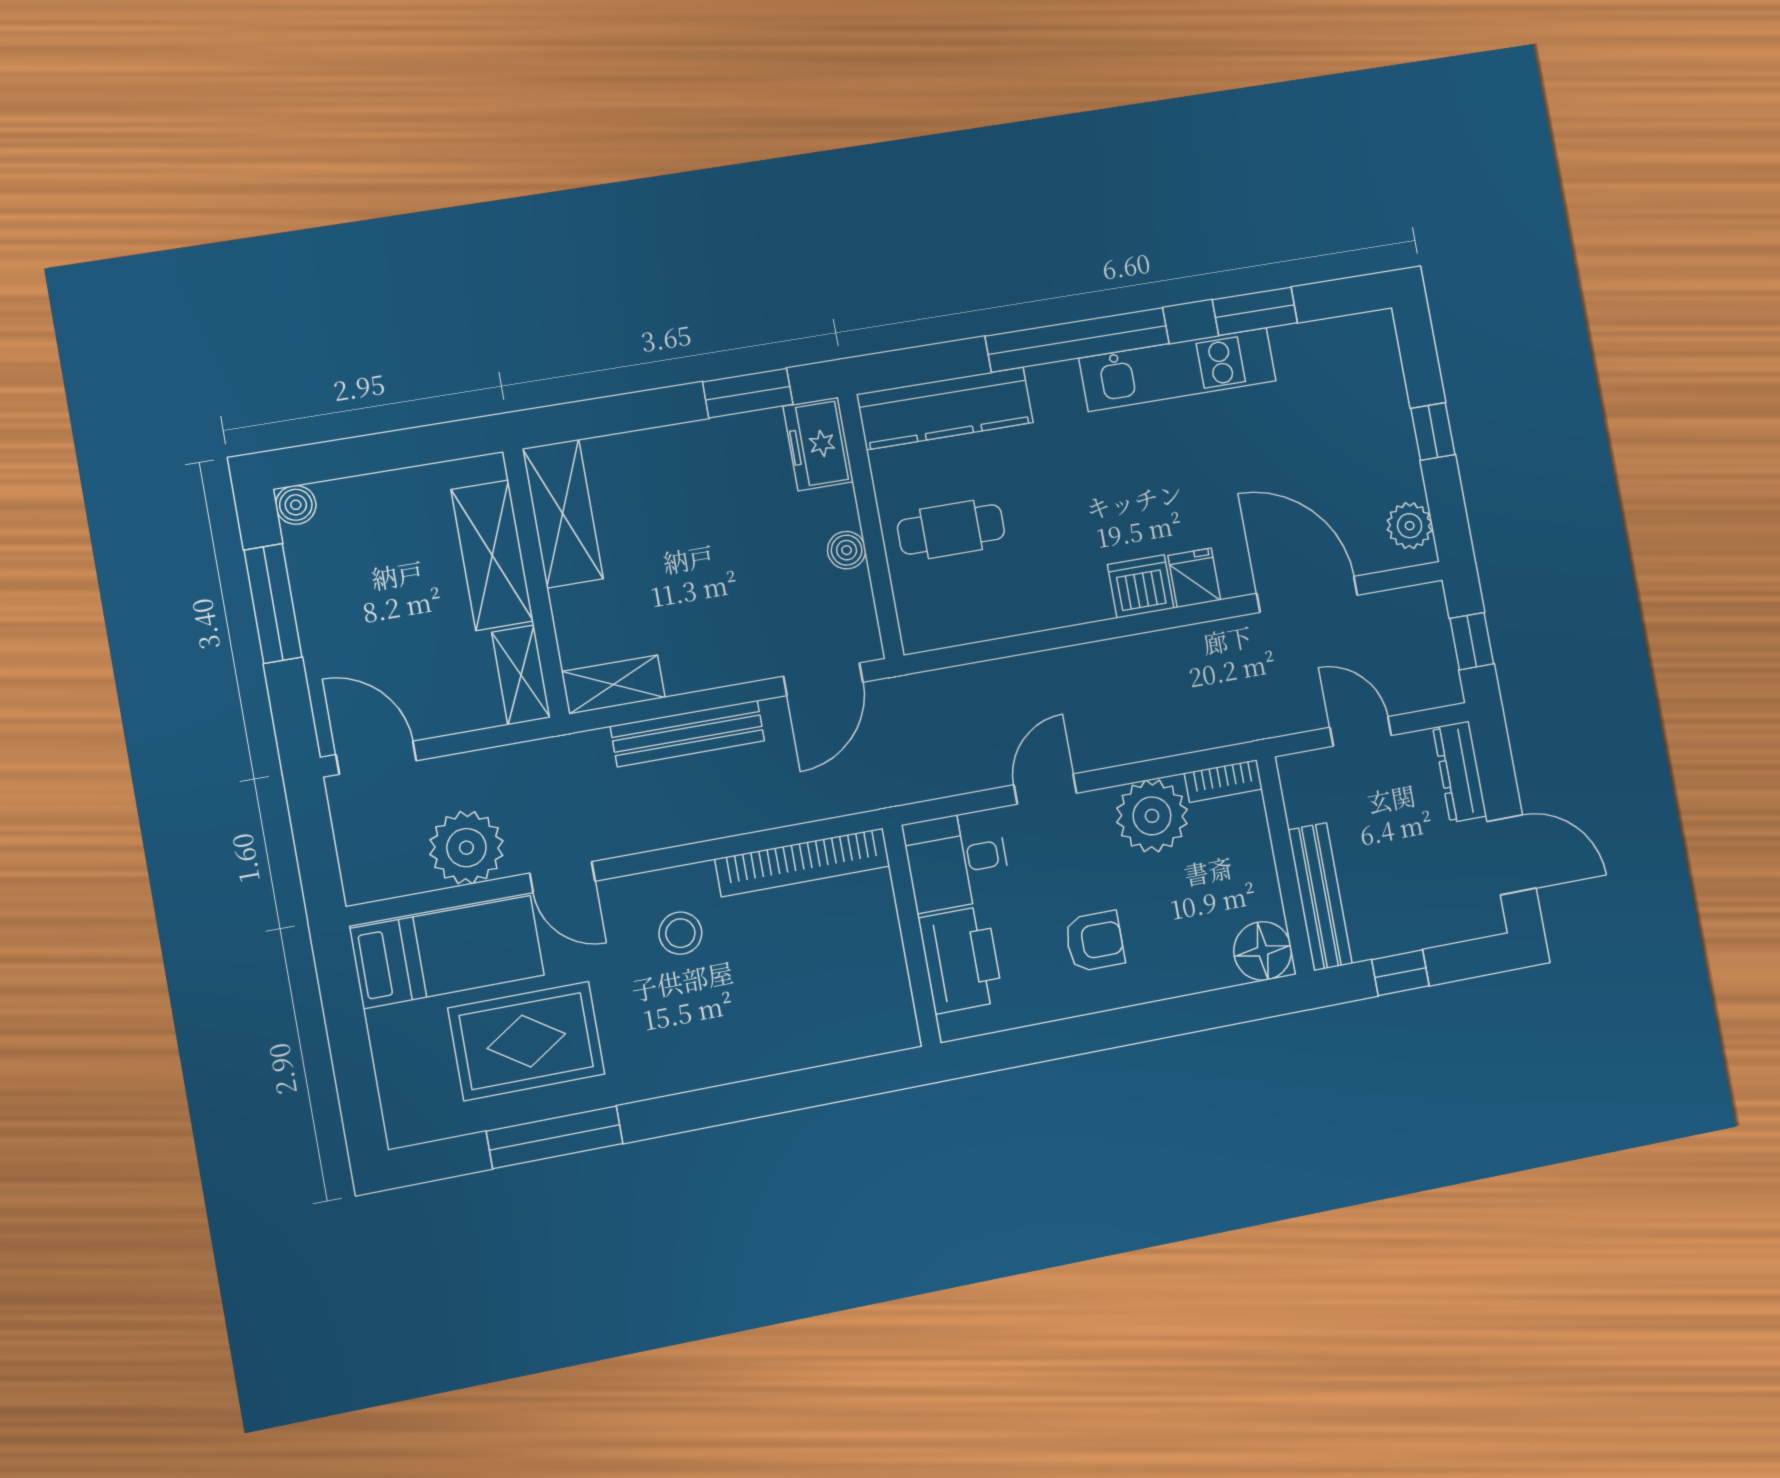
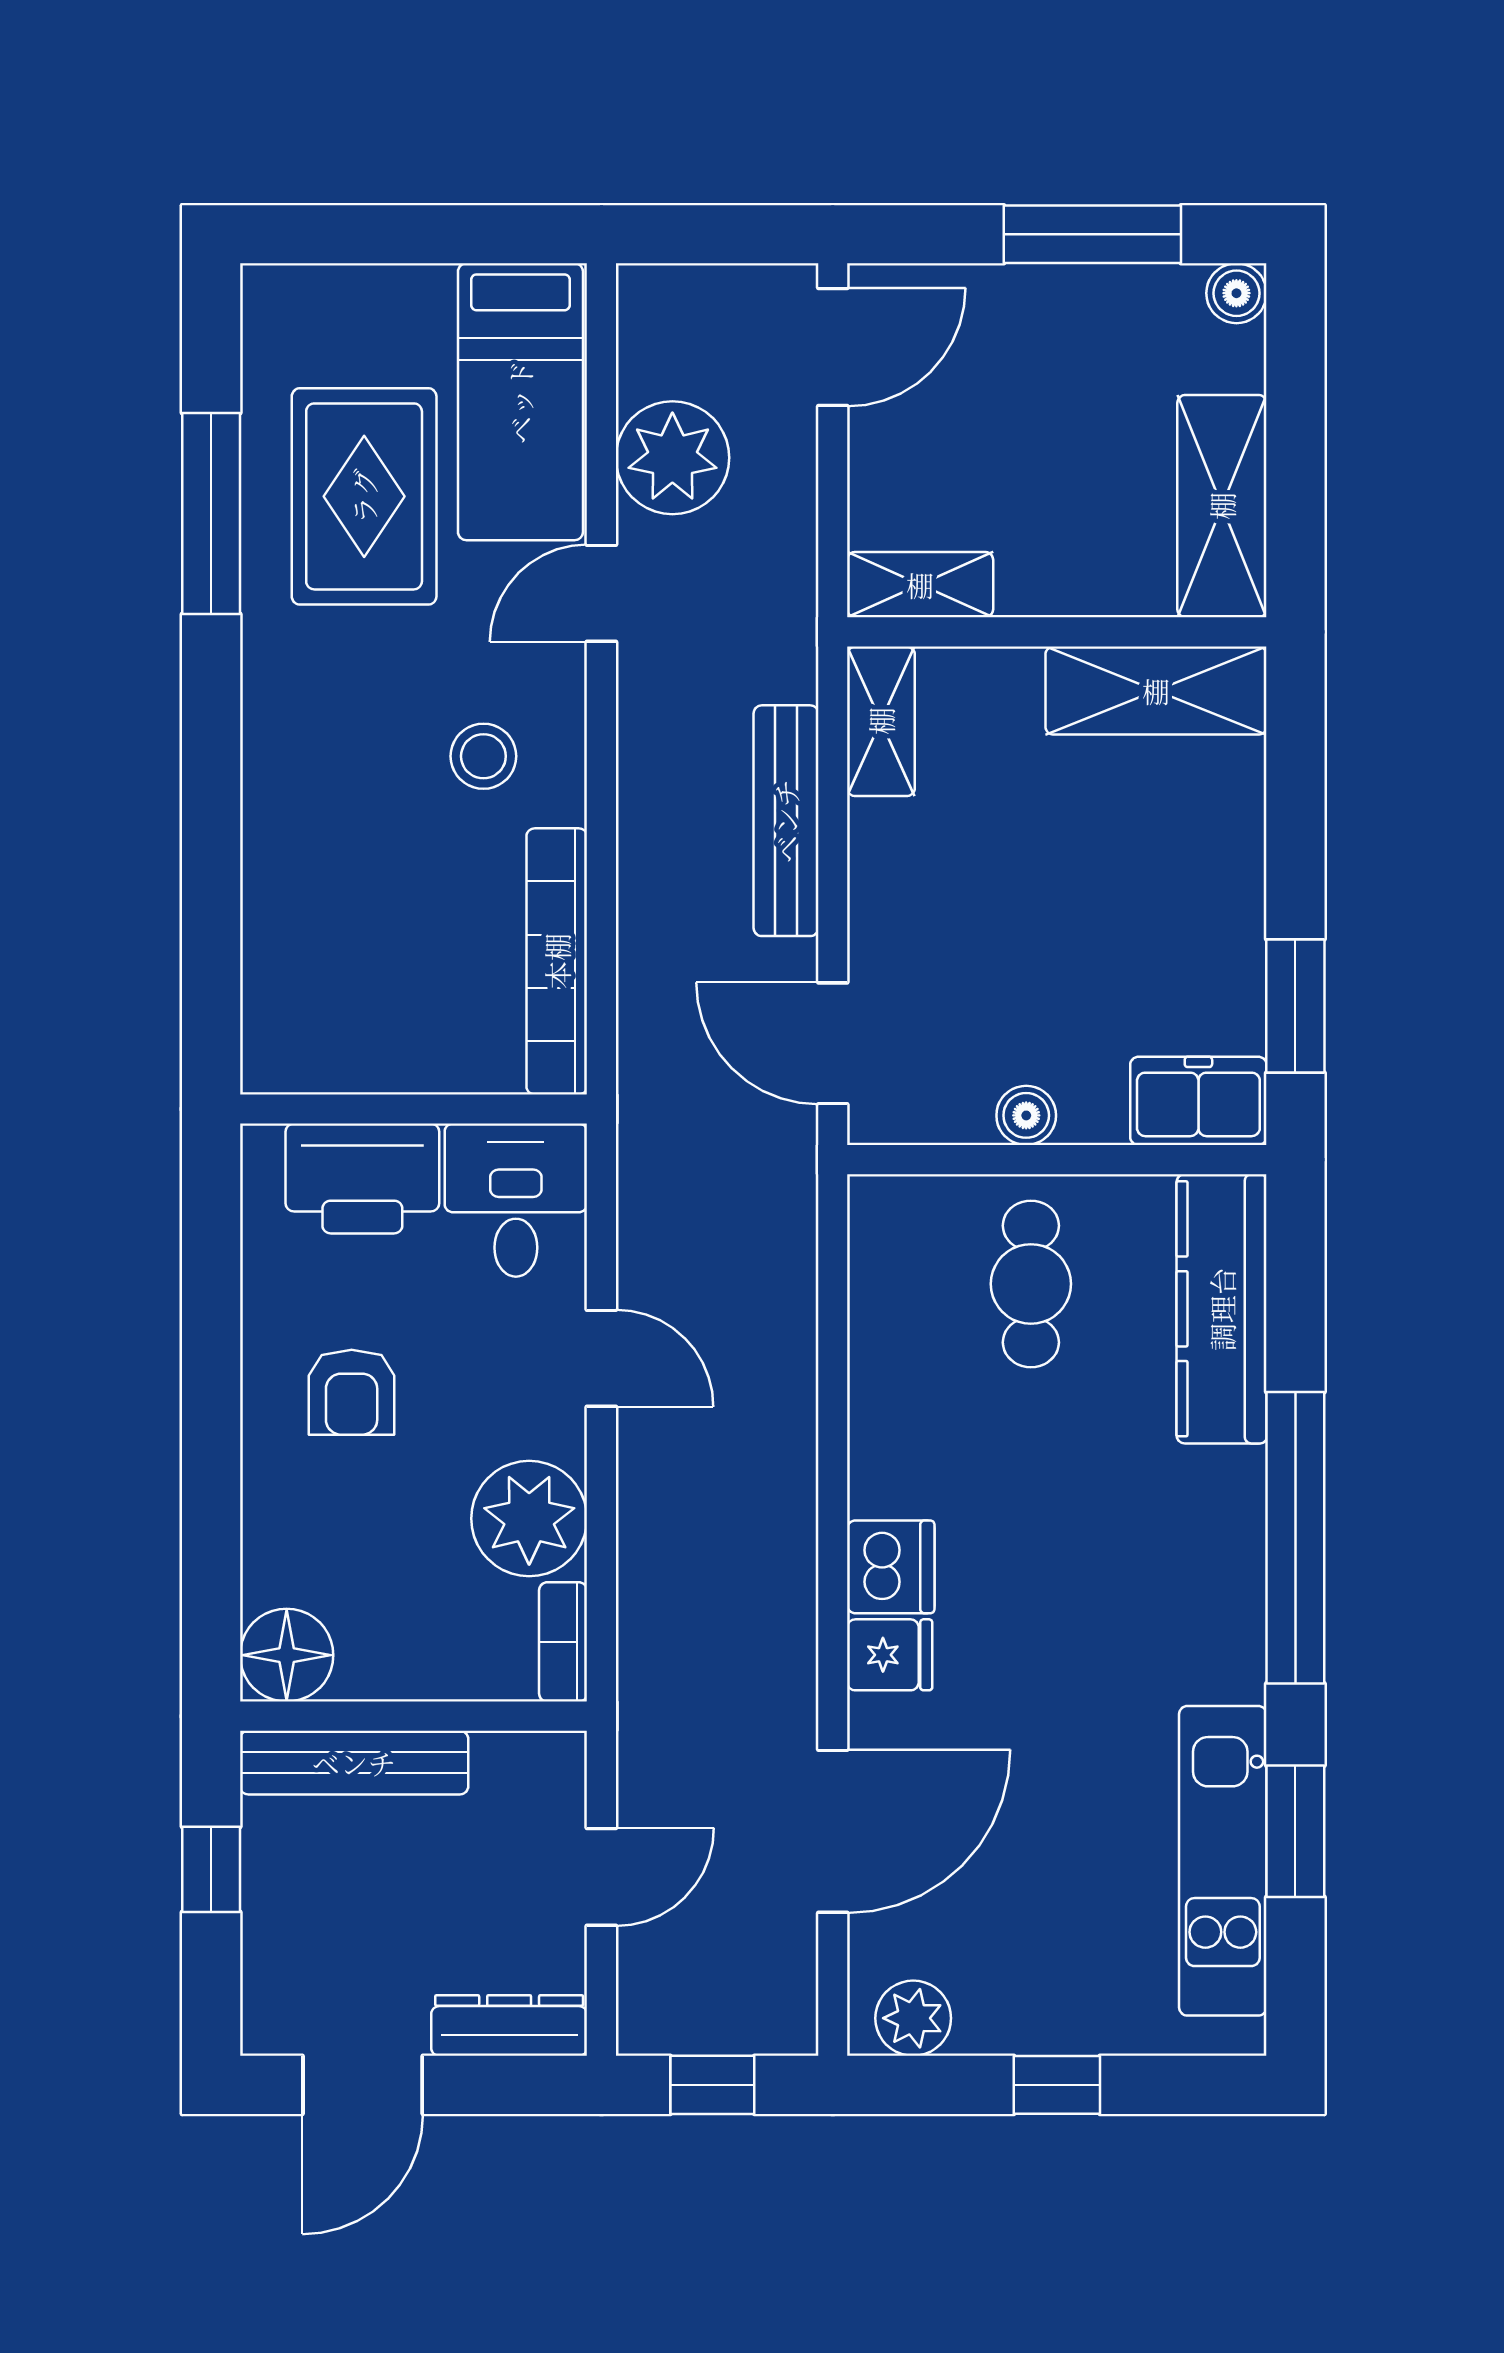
kitchen unit: (1178, 370) -> (1223, 1861), moved
shelving: (492, 555) -> (1222, 506), moved, turned 90

